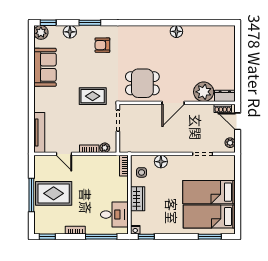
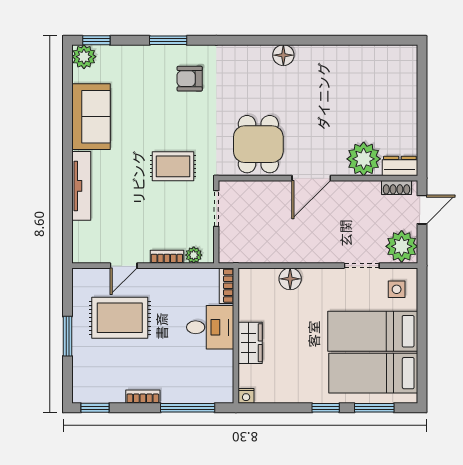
floor lamp: (176, 31) -> (283, 55), moved
floor lamp: (70, 32) -> (134, 56), removed
dining table: (142, 83) -> (258, 144), turned 90
door: (238, 121) -> (422, 210), swing flipped
tv unit: (39, 133) -> (81, 186), moved
plant: (230, 143) -> (402, 246), width x1.88, depth x1.88
door: (64, 154) -> (124, 266), hinge flipped
side table: (142, 172) -> (397, 289), moved
rug: (54, 193) -> (120, 318), moved
window: (31, 195) -> (67, 336), width x0.69
desk: (114, 215) -> (210, 327), moved
window: (146, 237) -> (326, 408), moved

